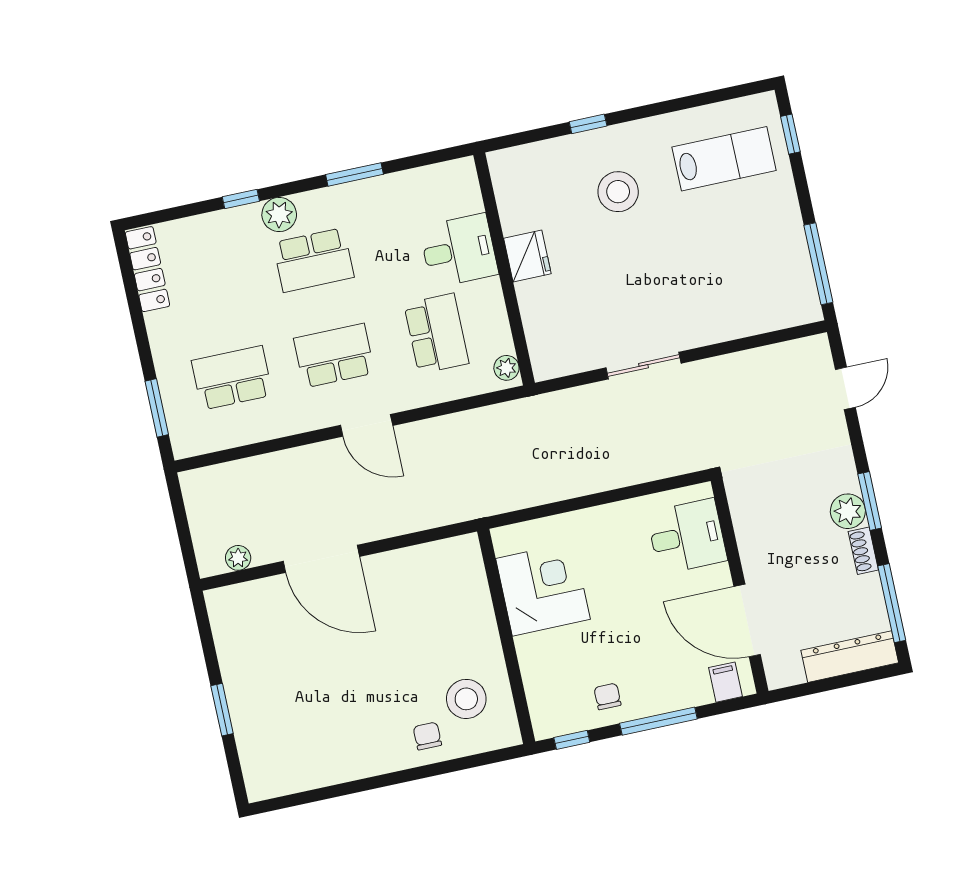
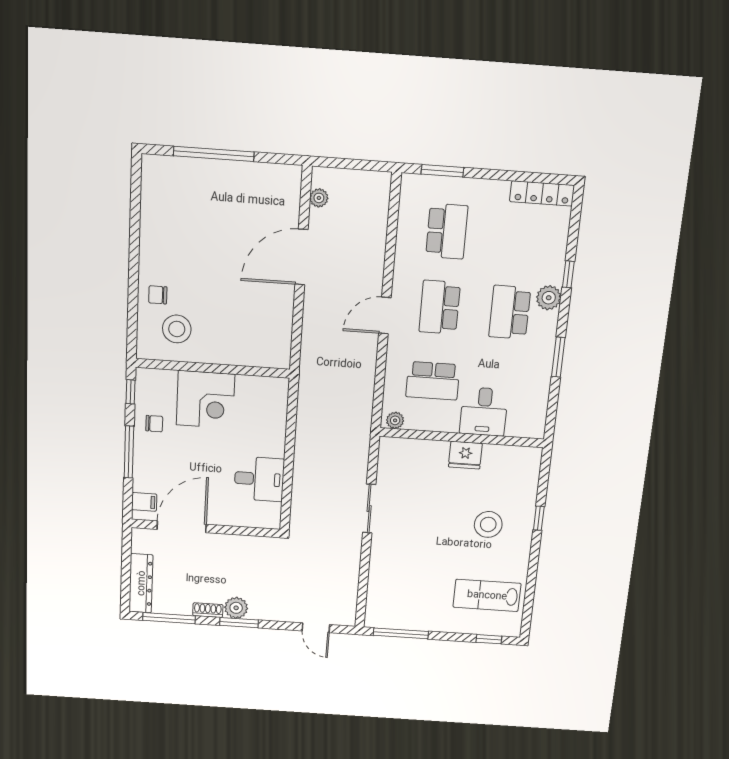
lab bench: (724, 159) -> (487, 595), turned 90
school desk: (334, 356) -> (440, 307), turned 180
desk: (687, 536) -> (259, 479), moved, turned -90
corner desk: (543, 589) -> (206, 400), moved
window: (222, 710) -> (214, 154), width x2.11
chair: (427, 736) -> (158, 295), turned 180

